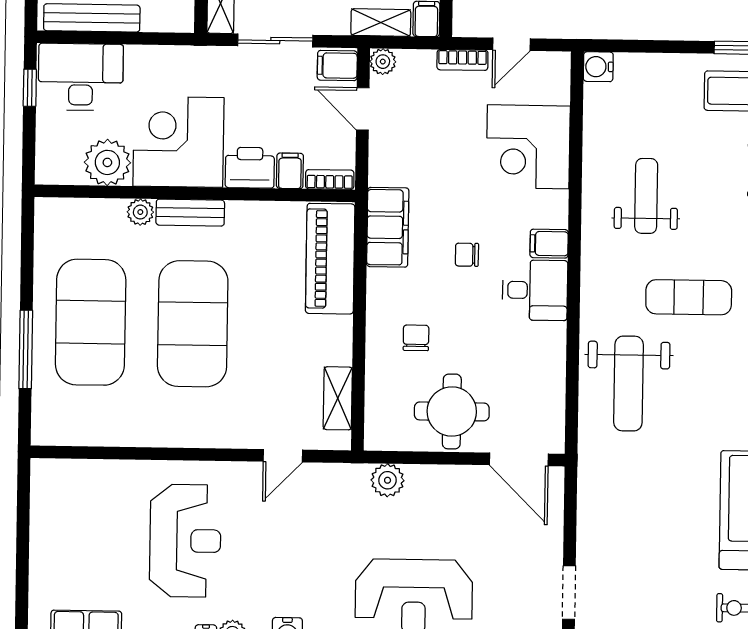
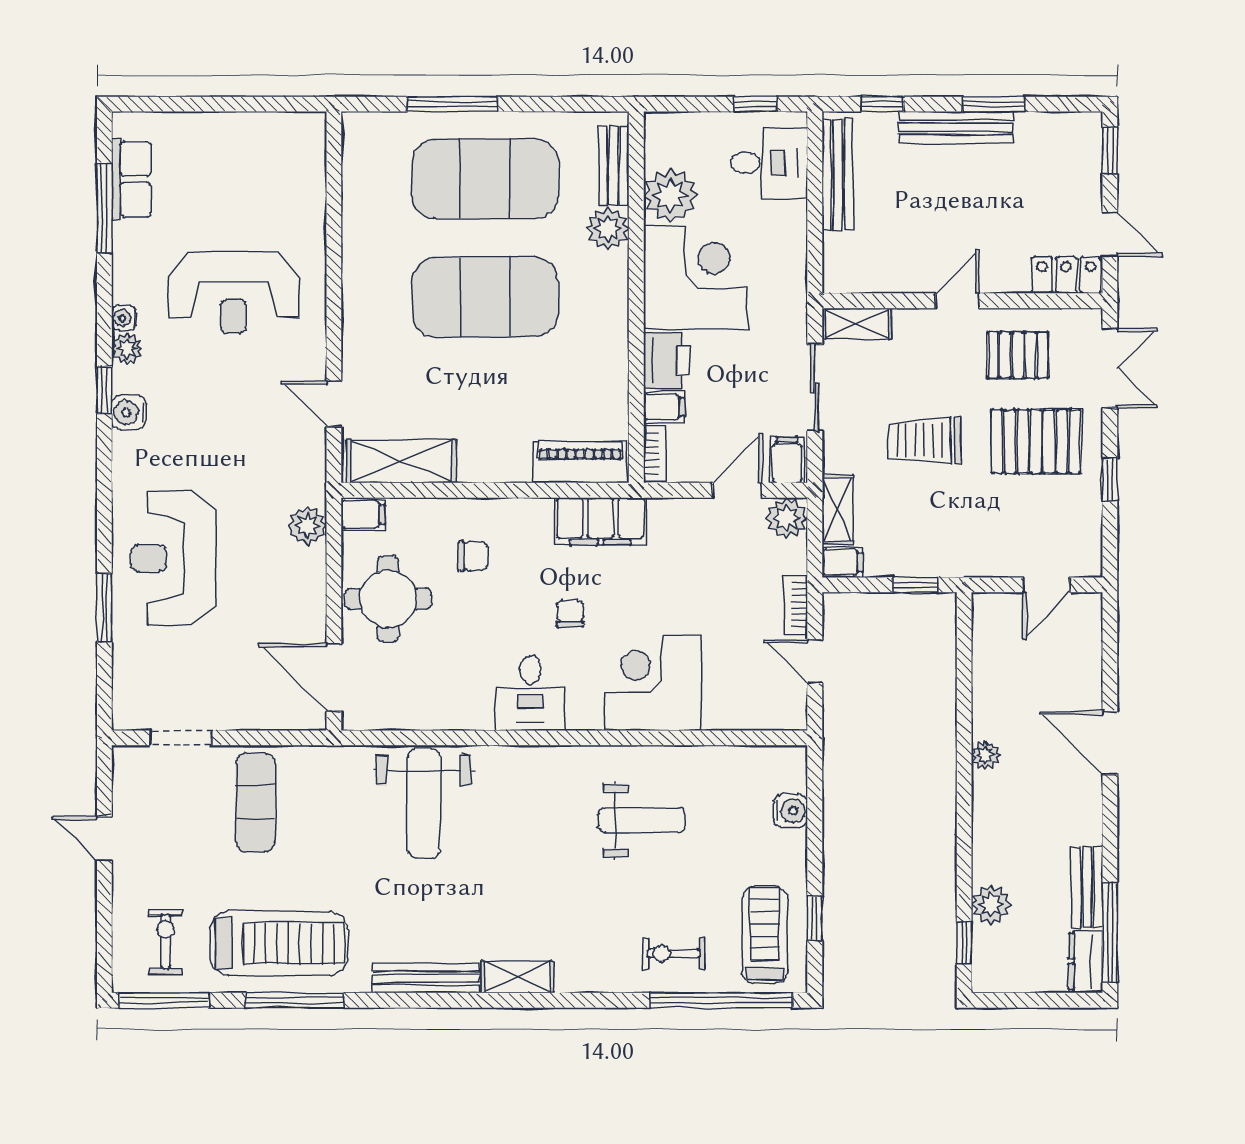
plant: (383, 62) -> (787, 518), width x1.38, depth x1.38
water cooler: (598, 67) -> (790, 811), moved, turned 90
desk: (81, 77) -> (769, 163), width x0.73
corner desk: (528, 147) -> (653, 683), moved
plant: (140, 212) -> (608, 229), width x1.38, depth x1.38
bench: (190, 213) -> (614, 165), moved
filing cabinet: (549, 244) -> (363, 514), moved, turned 90
piano: (330, 259) -> (580, 462), width x0.73, depth x0.75
exercise mat: (689, 297) -> (255, 803), moved
weight bench: (629, 383) -> (424, 803), turned -90
shelving: (338, 398) -> (401, 461), width x1.50, depth x1.33
door: (519, 459) -> (334, 678), hinge flipped

